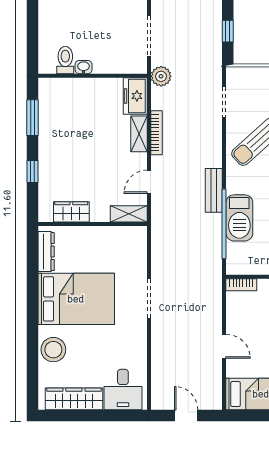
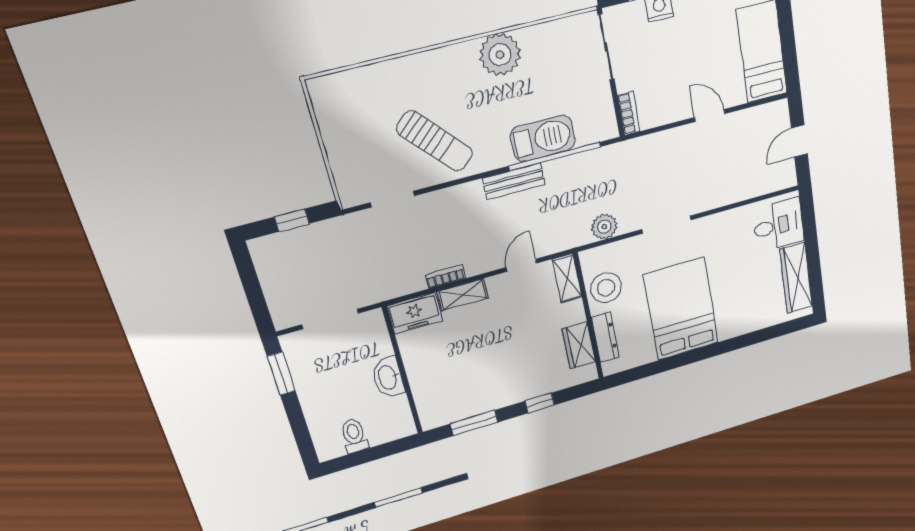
toilet: (65, 60) -> (354, 436), moved, turned 90
washbasin: (84, 67) -> (388, 377), width x1.91, depth x1.45
plant: (161, 76) -> (604, 227), moved
bookcase: (157, 133) -> (445, 277), width x0.64
door: (149, 182) -> (521, 265), swing flipped
dresser: (46, 252) -> (605, 337), moved, turned 90
door: (224, 346) -> (710, 115), hinge flipped
stool: (53, 350) -> (606, 288), moved

